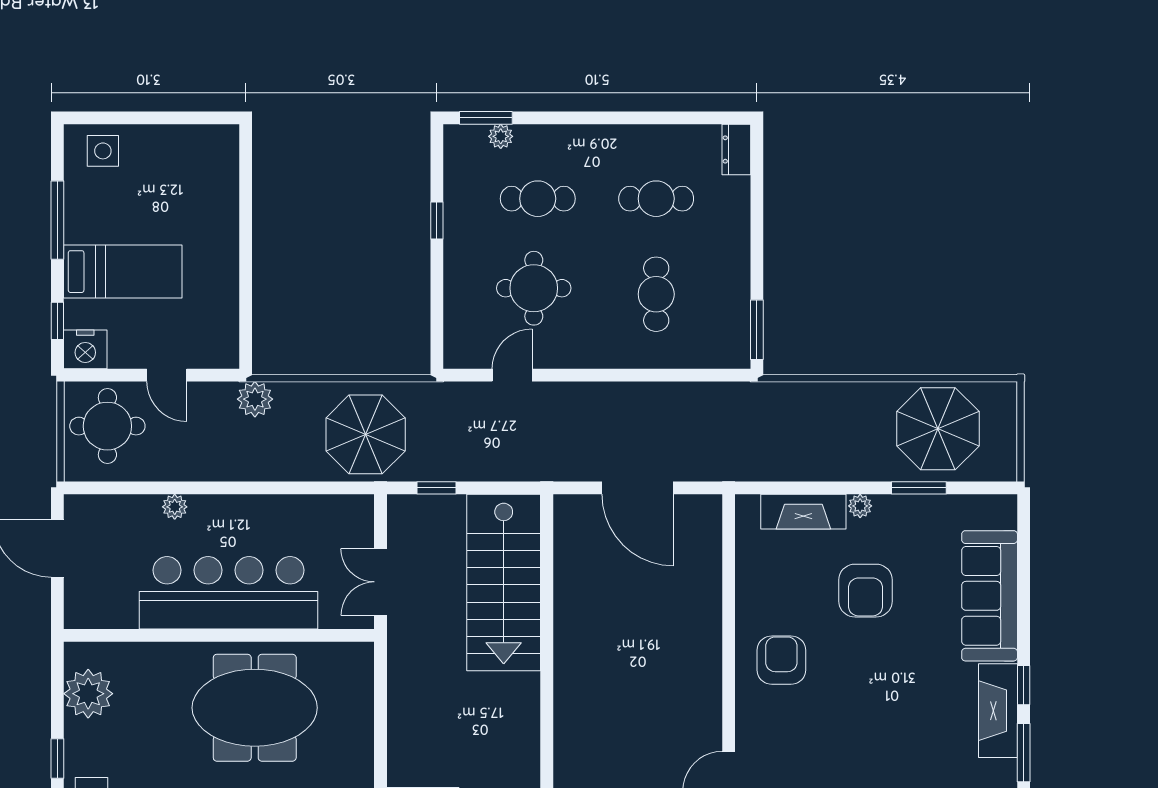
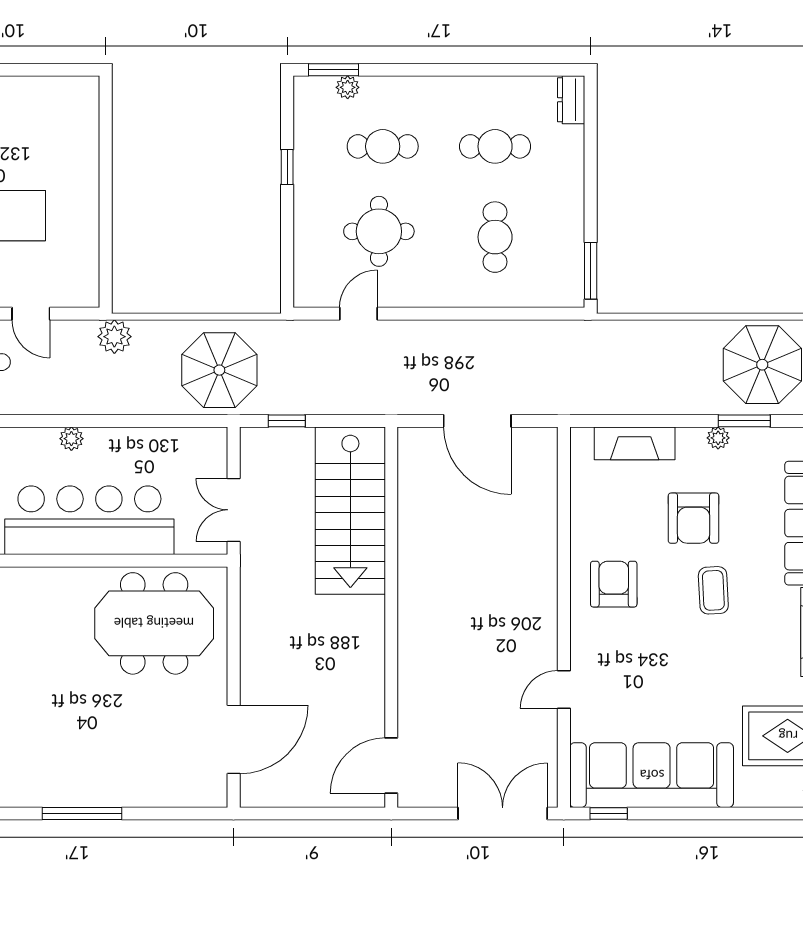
plant: (860, 506) -> (718, 438), moved
plant: (175, 507) -> (71, 439), moved
coffee table: (886, 667) -> (713, 590), added
meeting table: (255, 708) -> (154, 623), moved

